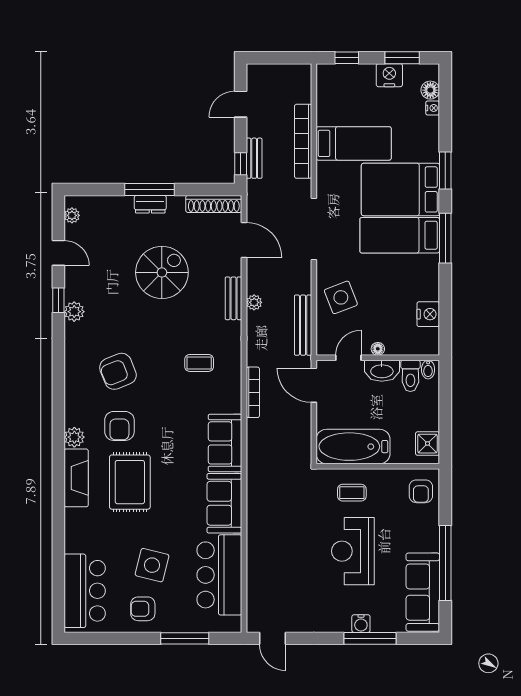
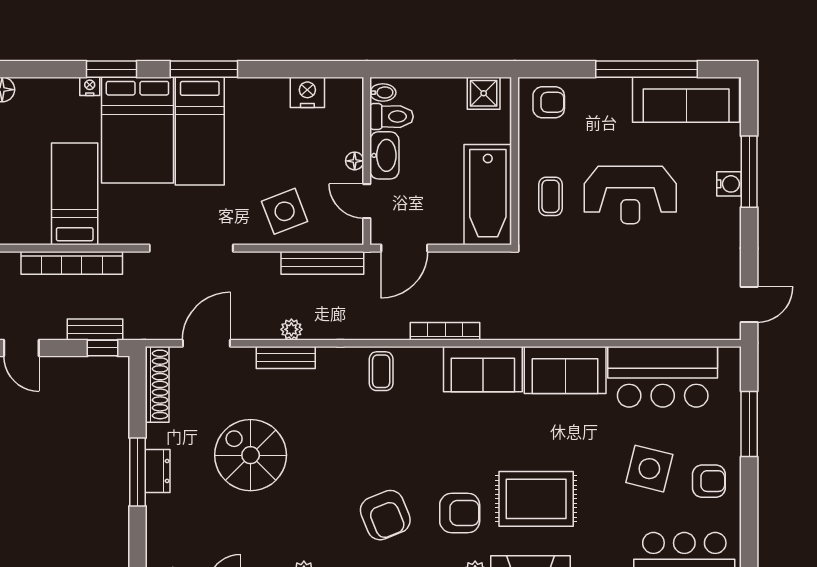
nightstand: (433, 108) -> (90, 86), moved
coffee table: (199, 363) -> (381, 371), moved
bookcase: (253, 392) -> (445, 331), moved
armchair: (143, 609) -> (709, 481), turned -90

